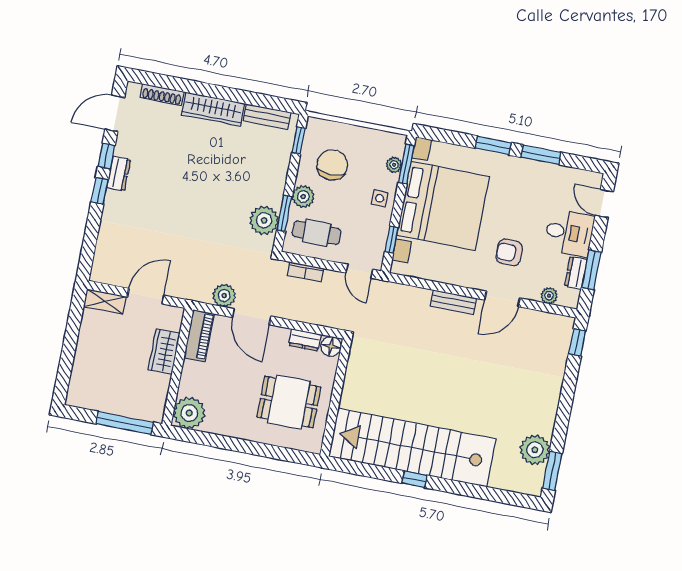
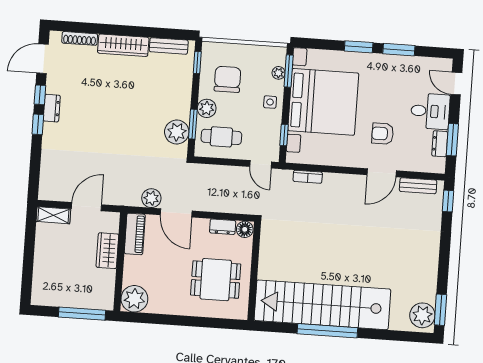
bookcase: (306, 272) -> (308, 177), moved
plant: (549, 296) -> (420, 165), removed
bench: (453, 302) -> (418, 186), moved
plant: (535, 450) -> (422, 315), moved
window: (414, 479) -> (327, 331), width x3.17

